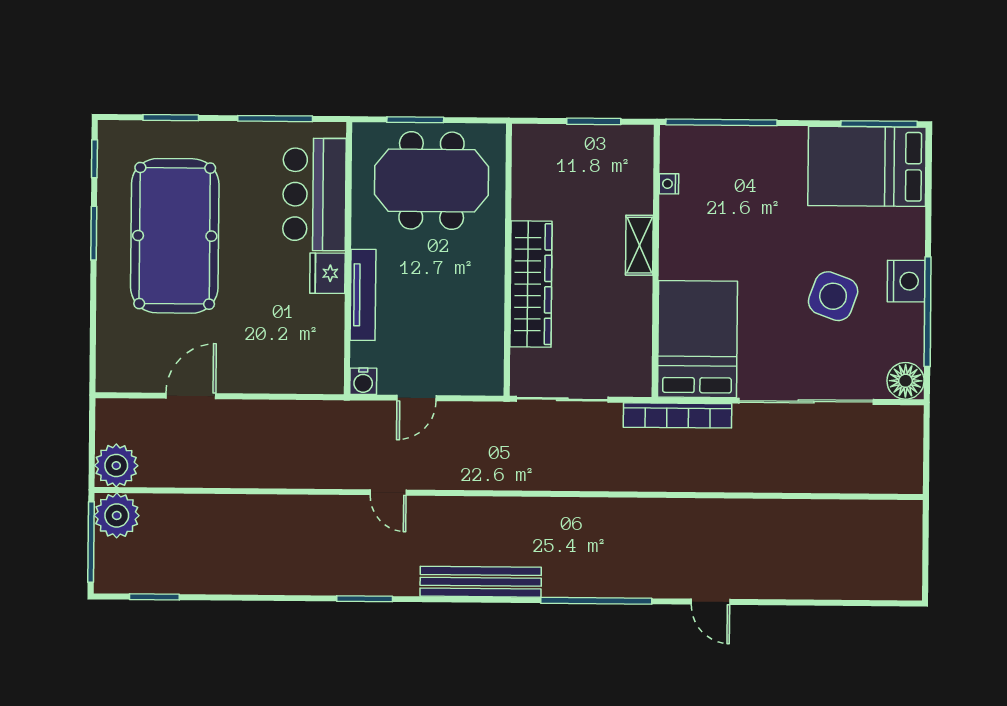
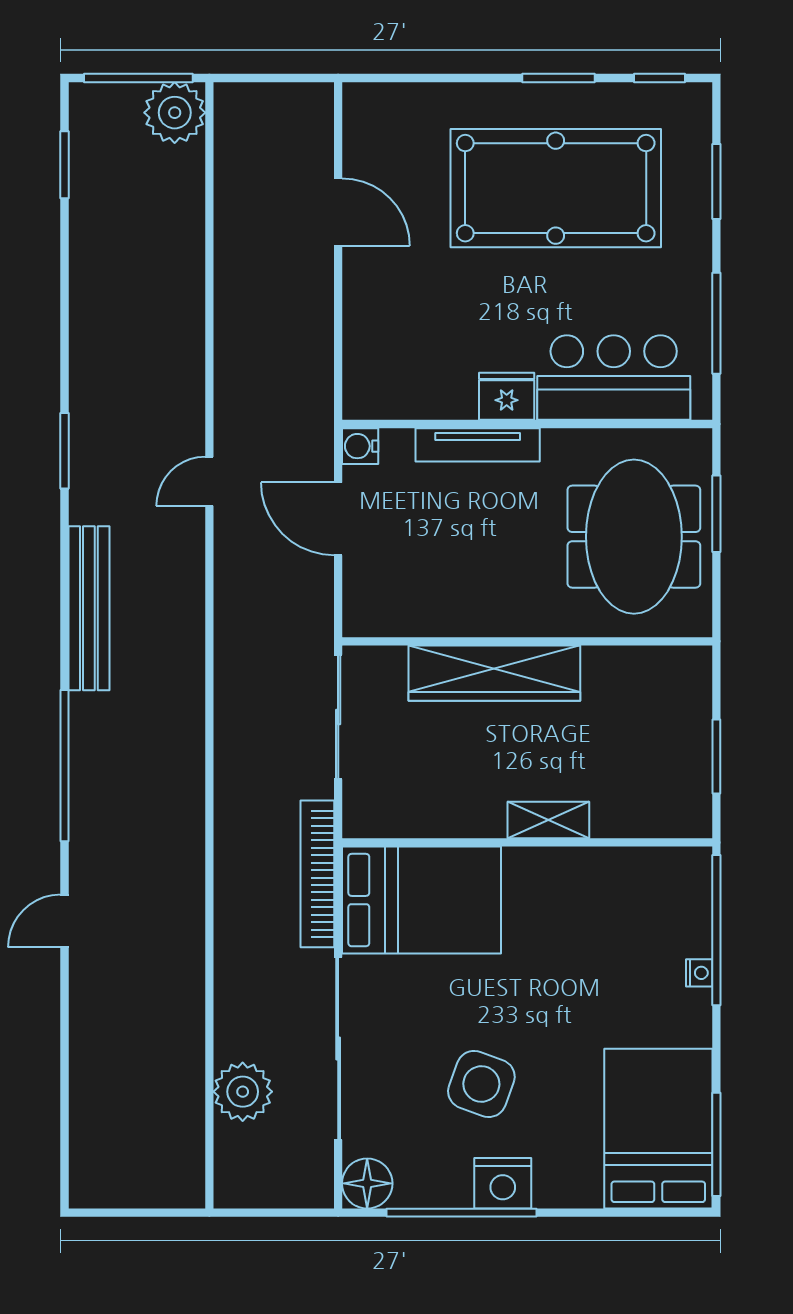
nightstand: (669, 184) -> (699, 973), moved, turned 90
door: (416, 398) -> (338, 519), width x1.38
plant: (116, 465) -> (243, 1092), moved

